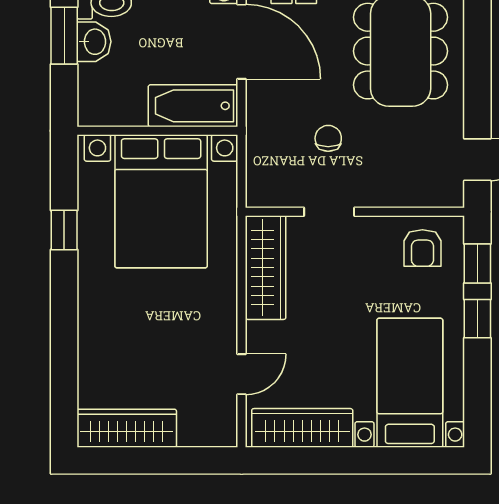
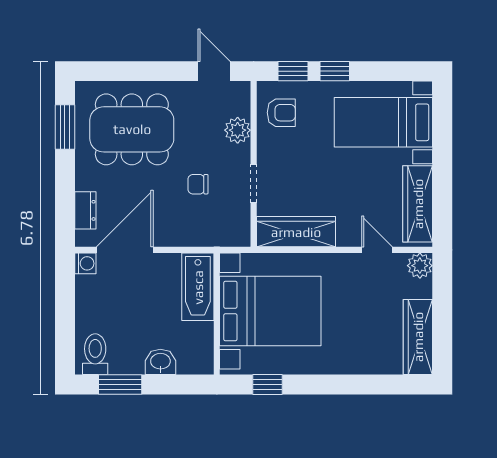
washbasin: (94, 42) -> (160, 362), moved
bathtub: (193, 106) -> (198, 287), moved
wall: (157, 131) -> (217, 314), moved
plant: (399, 190) -> (238, 130), added
bed with nightstands: (161, 201) -> (270, 311), moved
plant: (221, 431) -> (420, 266), added

